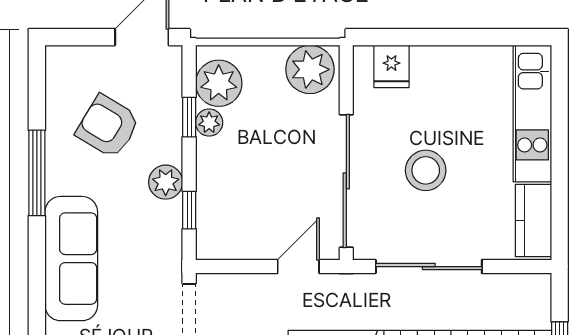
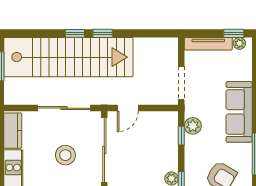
plant: (166, 182) -> (193, 126), moved

